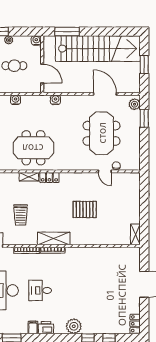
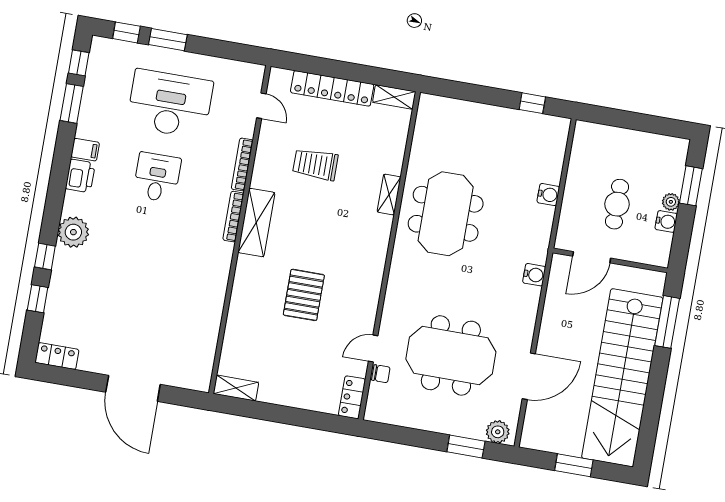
water cooler: (36, 40) -> (666, 221), moved
locker: (49, 178) -> (352, 397), moved

